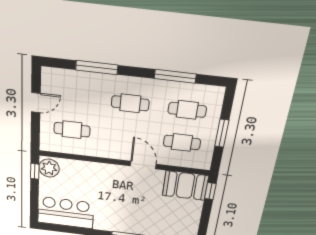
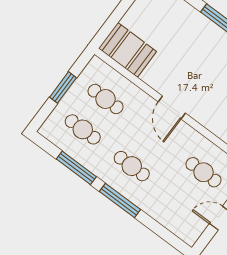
window: (97, 67) -> (120, 201), moved
door: (143, 165) -> (172, 107), moved
window: (210, 191) -> (106, 30), removed

